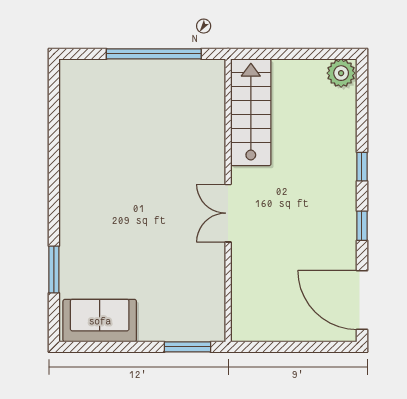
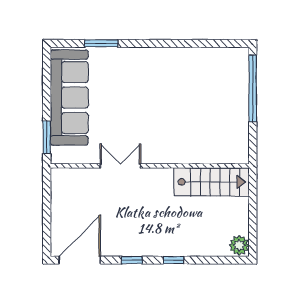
window: (154, 54) -> (253, 89), moved
double door: (228, 213) -> (120, 166), moved
sofa: (100, 321) -> (69, 98), width x1.85, depth x1.27

